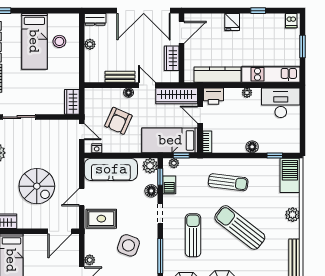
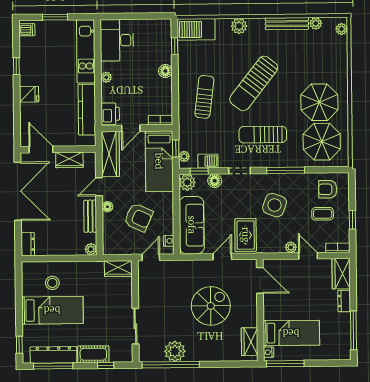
plant: (90, 44) -> (91, 249), moved
door: (82, 197) -> (222, 257), swing flipped

